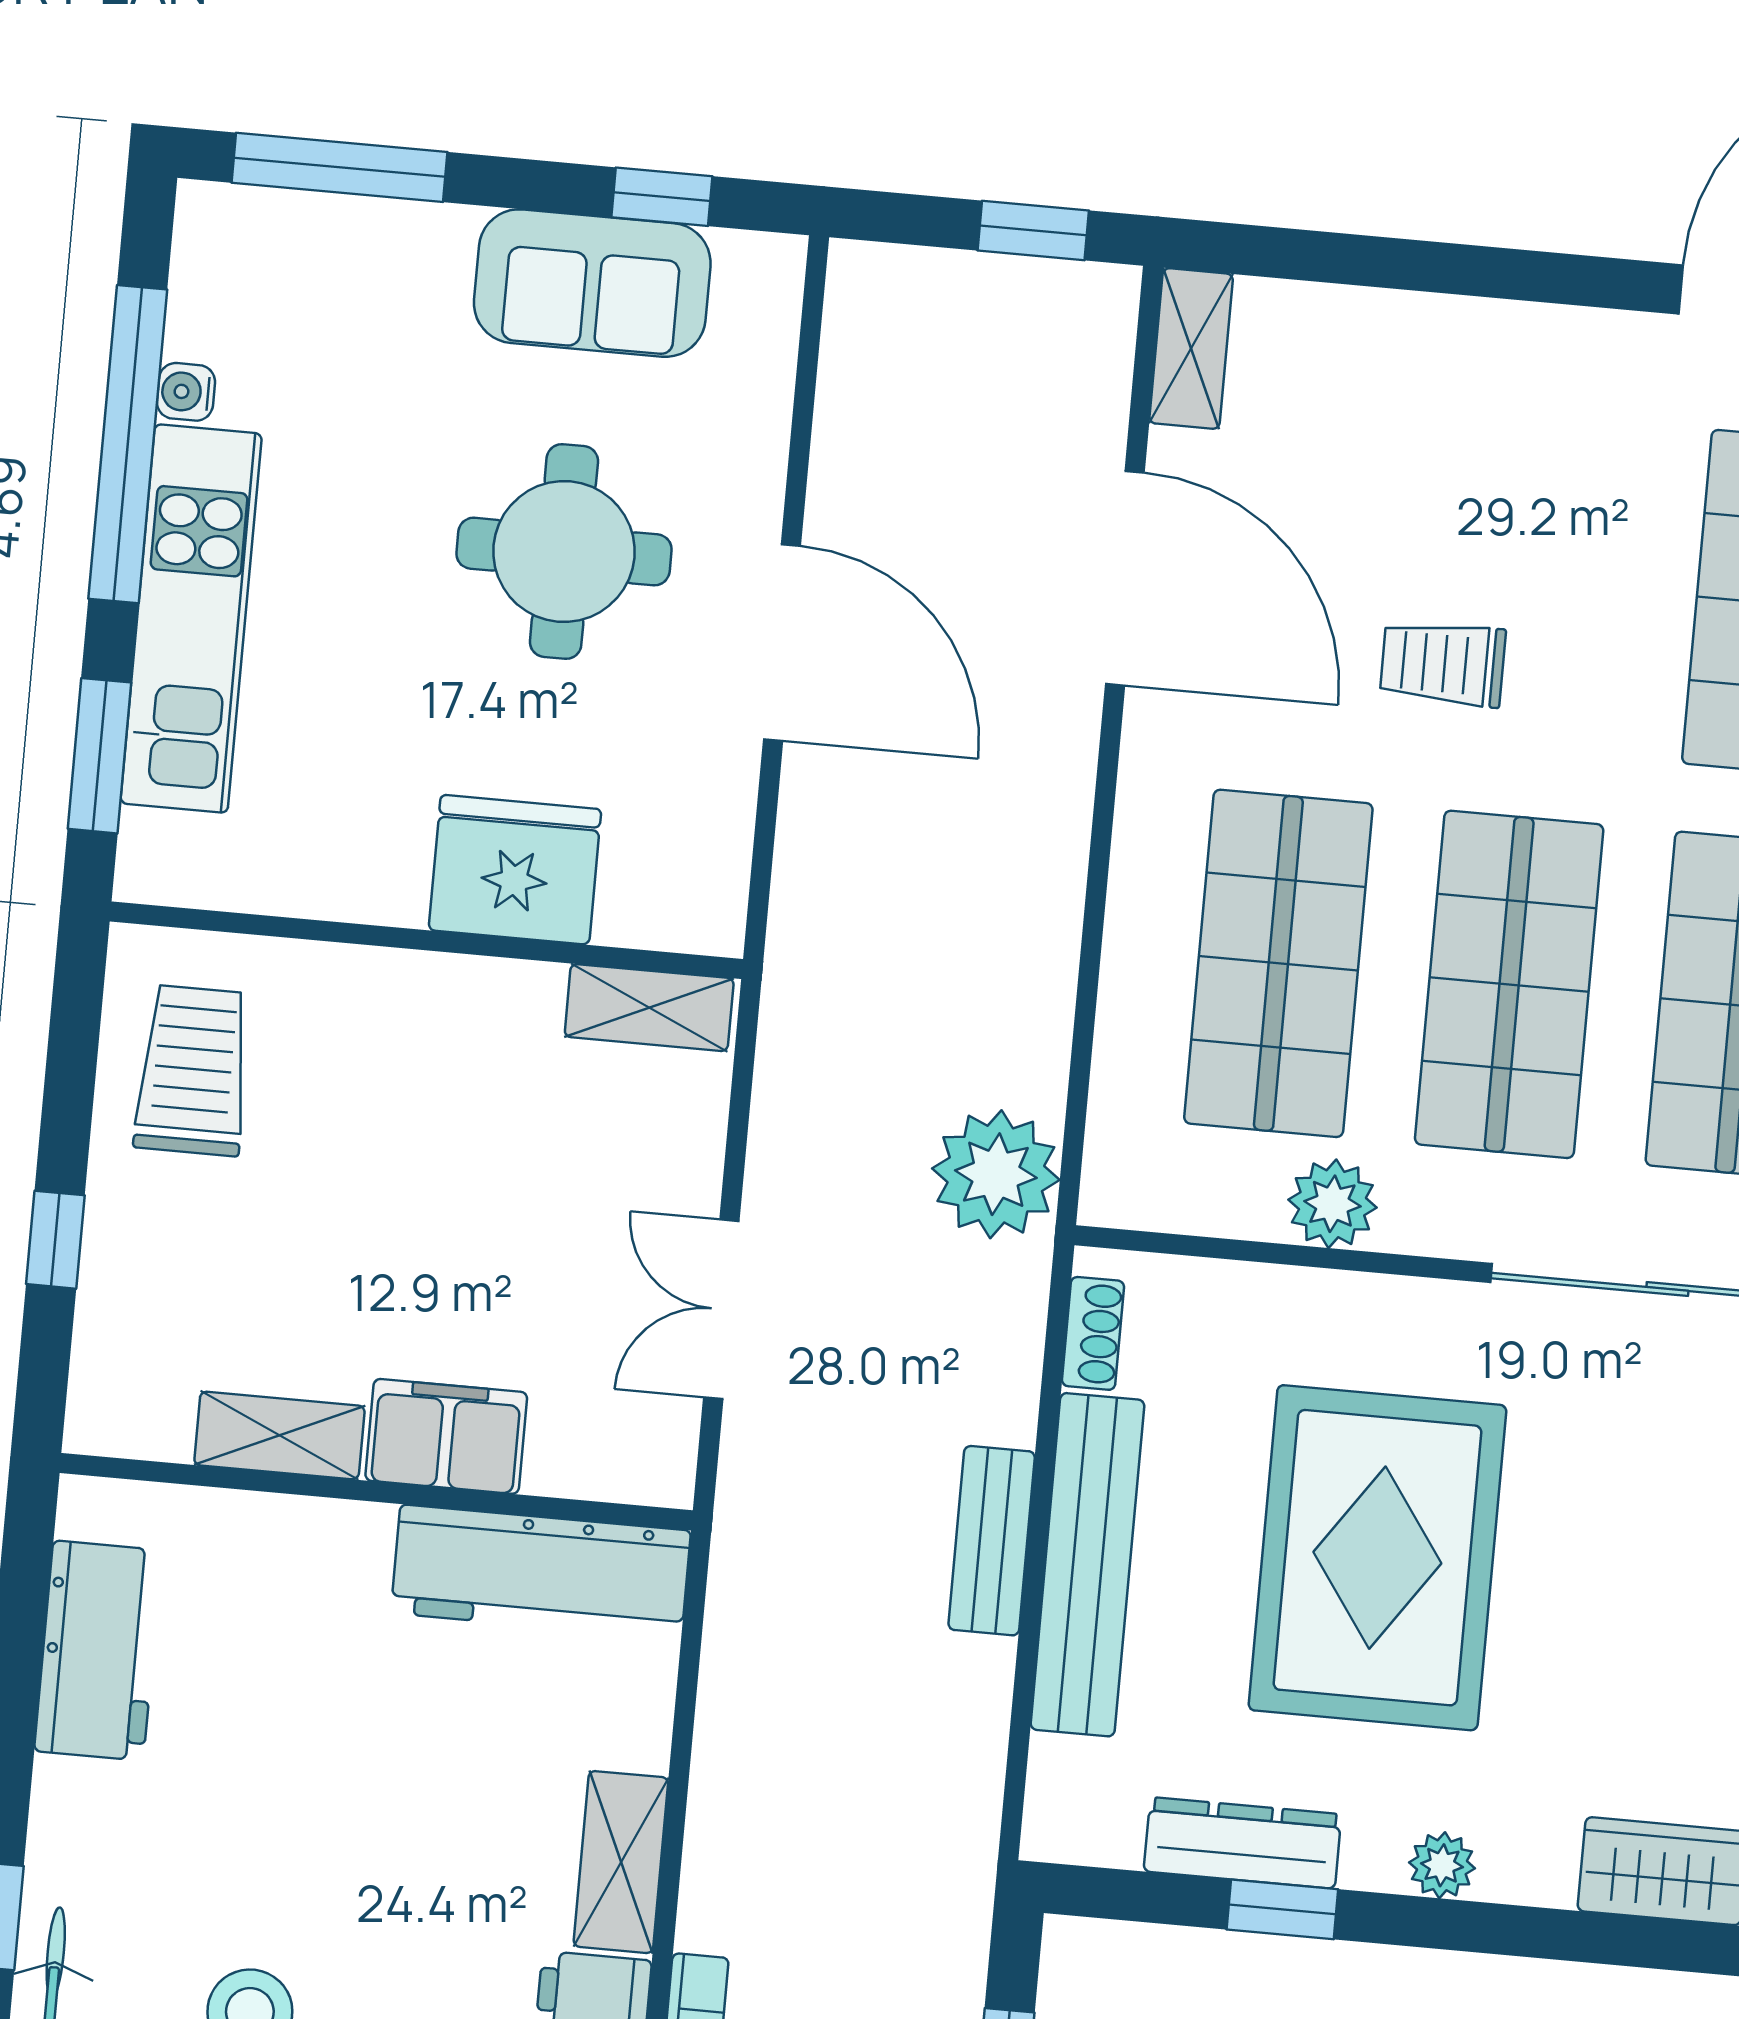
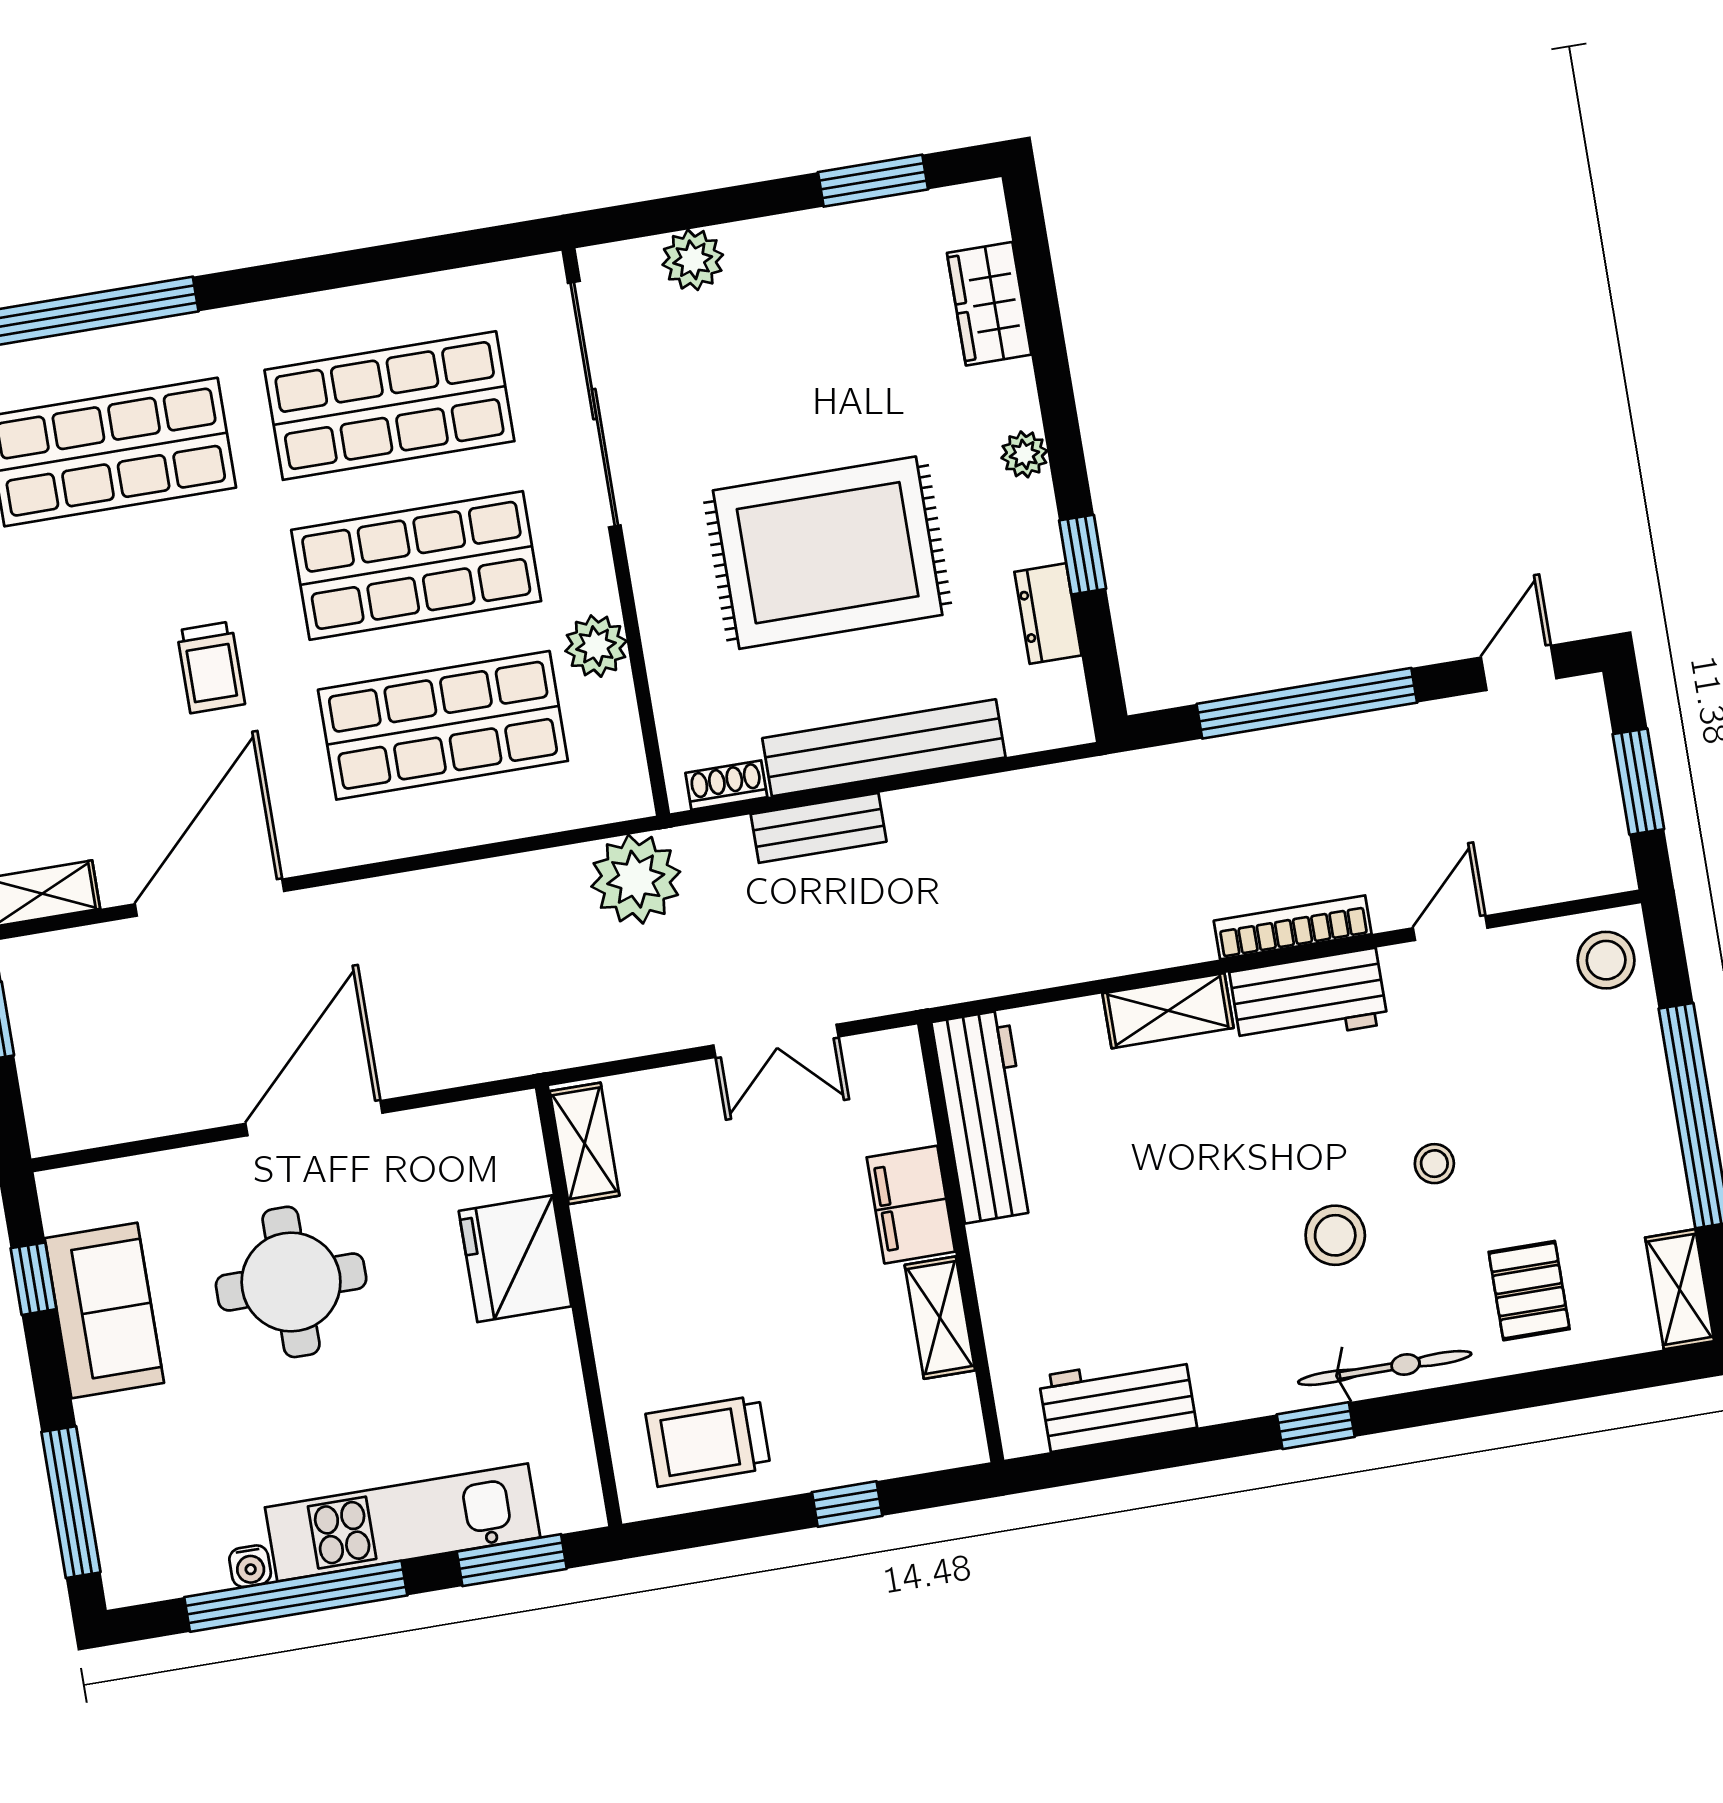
bench: (992, 1541) -> (819, 828), moved
dresser: (1243, 1843) -> (1048, 614), width x0.70

